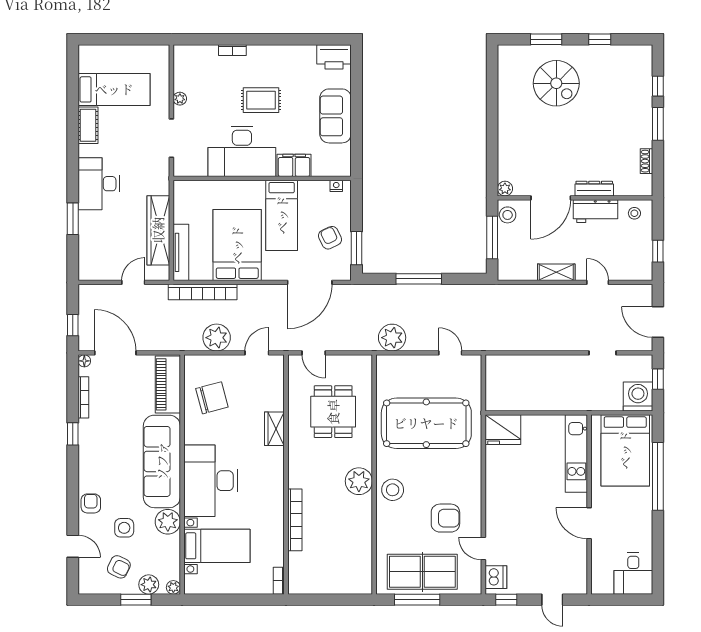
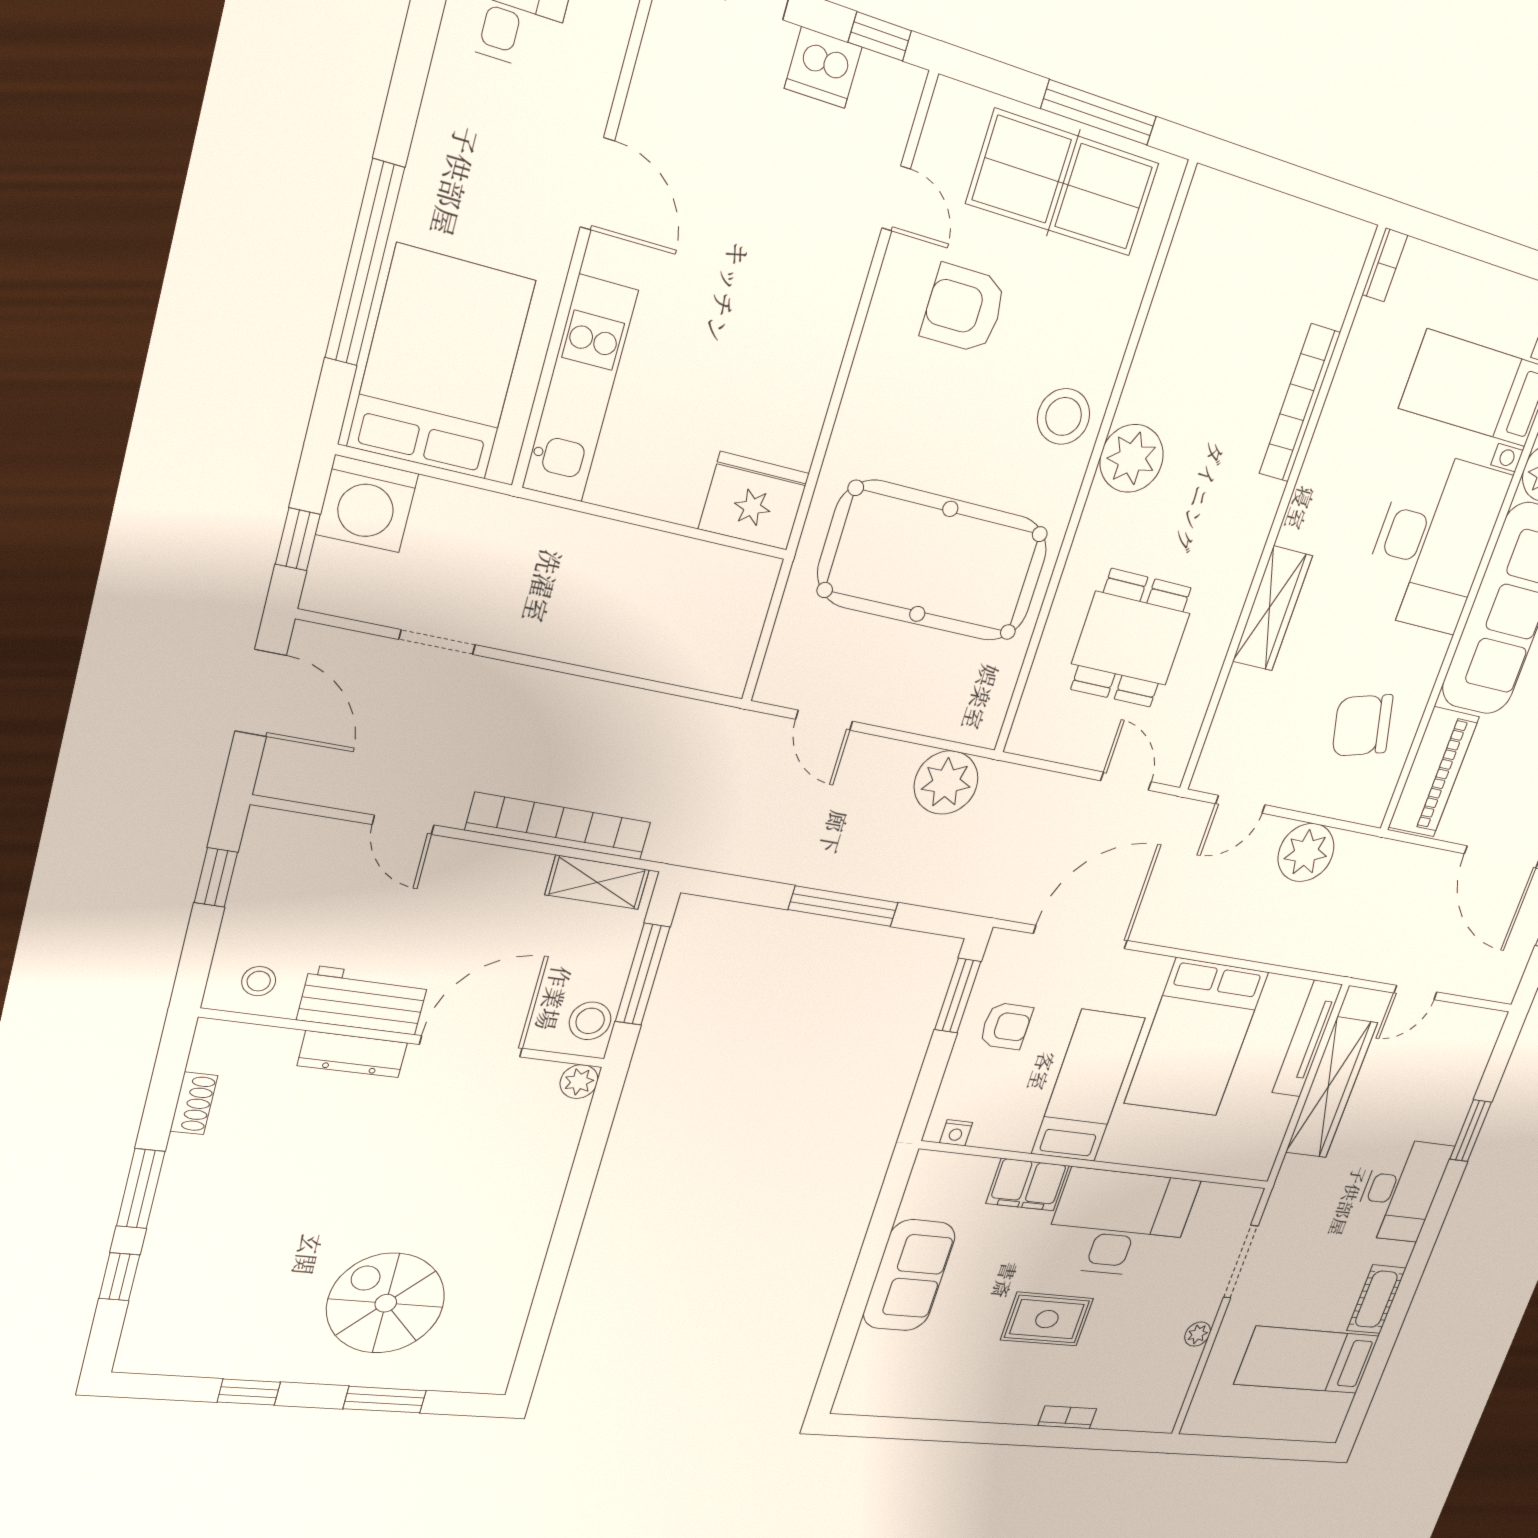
printer: (334, 57) -> (873, 1392), removed
armchair: (330, 238) -> (1006, 1026), turned -64
shelving: (556, 272) -> (597, 882), moved
bookcase: (203, 292) -> (559, 826), moved
wardrobe: (274, 429) -> (1272, 609), width x1.50
dishwasher: (496, 577) -> (823, 68), moved, turned -90

